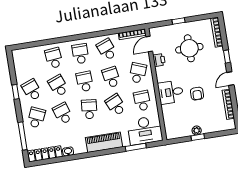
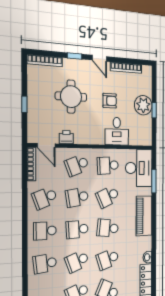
round table: (189, 48) -> (71, 97), moved
school desk: (138, 73) -> (77, 165), turned -42
desk: (171, 92) -> (117, 131), moved
plant: (197, 131) -> (143, 105), width x1.87, depth x1.87

